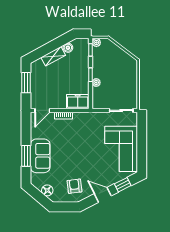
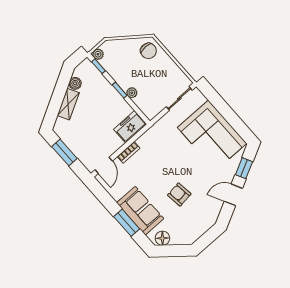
chair: (128, 67) -> (148, 51), added
armchair: (74, 186) -> (179, 194), moved
floor lamp: (47, 190) -> (162, 238), moved

